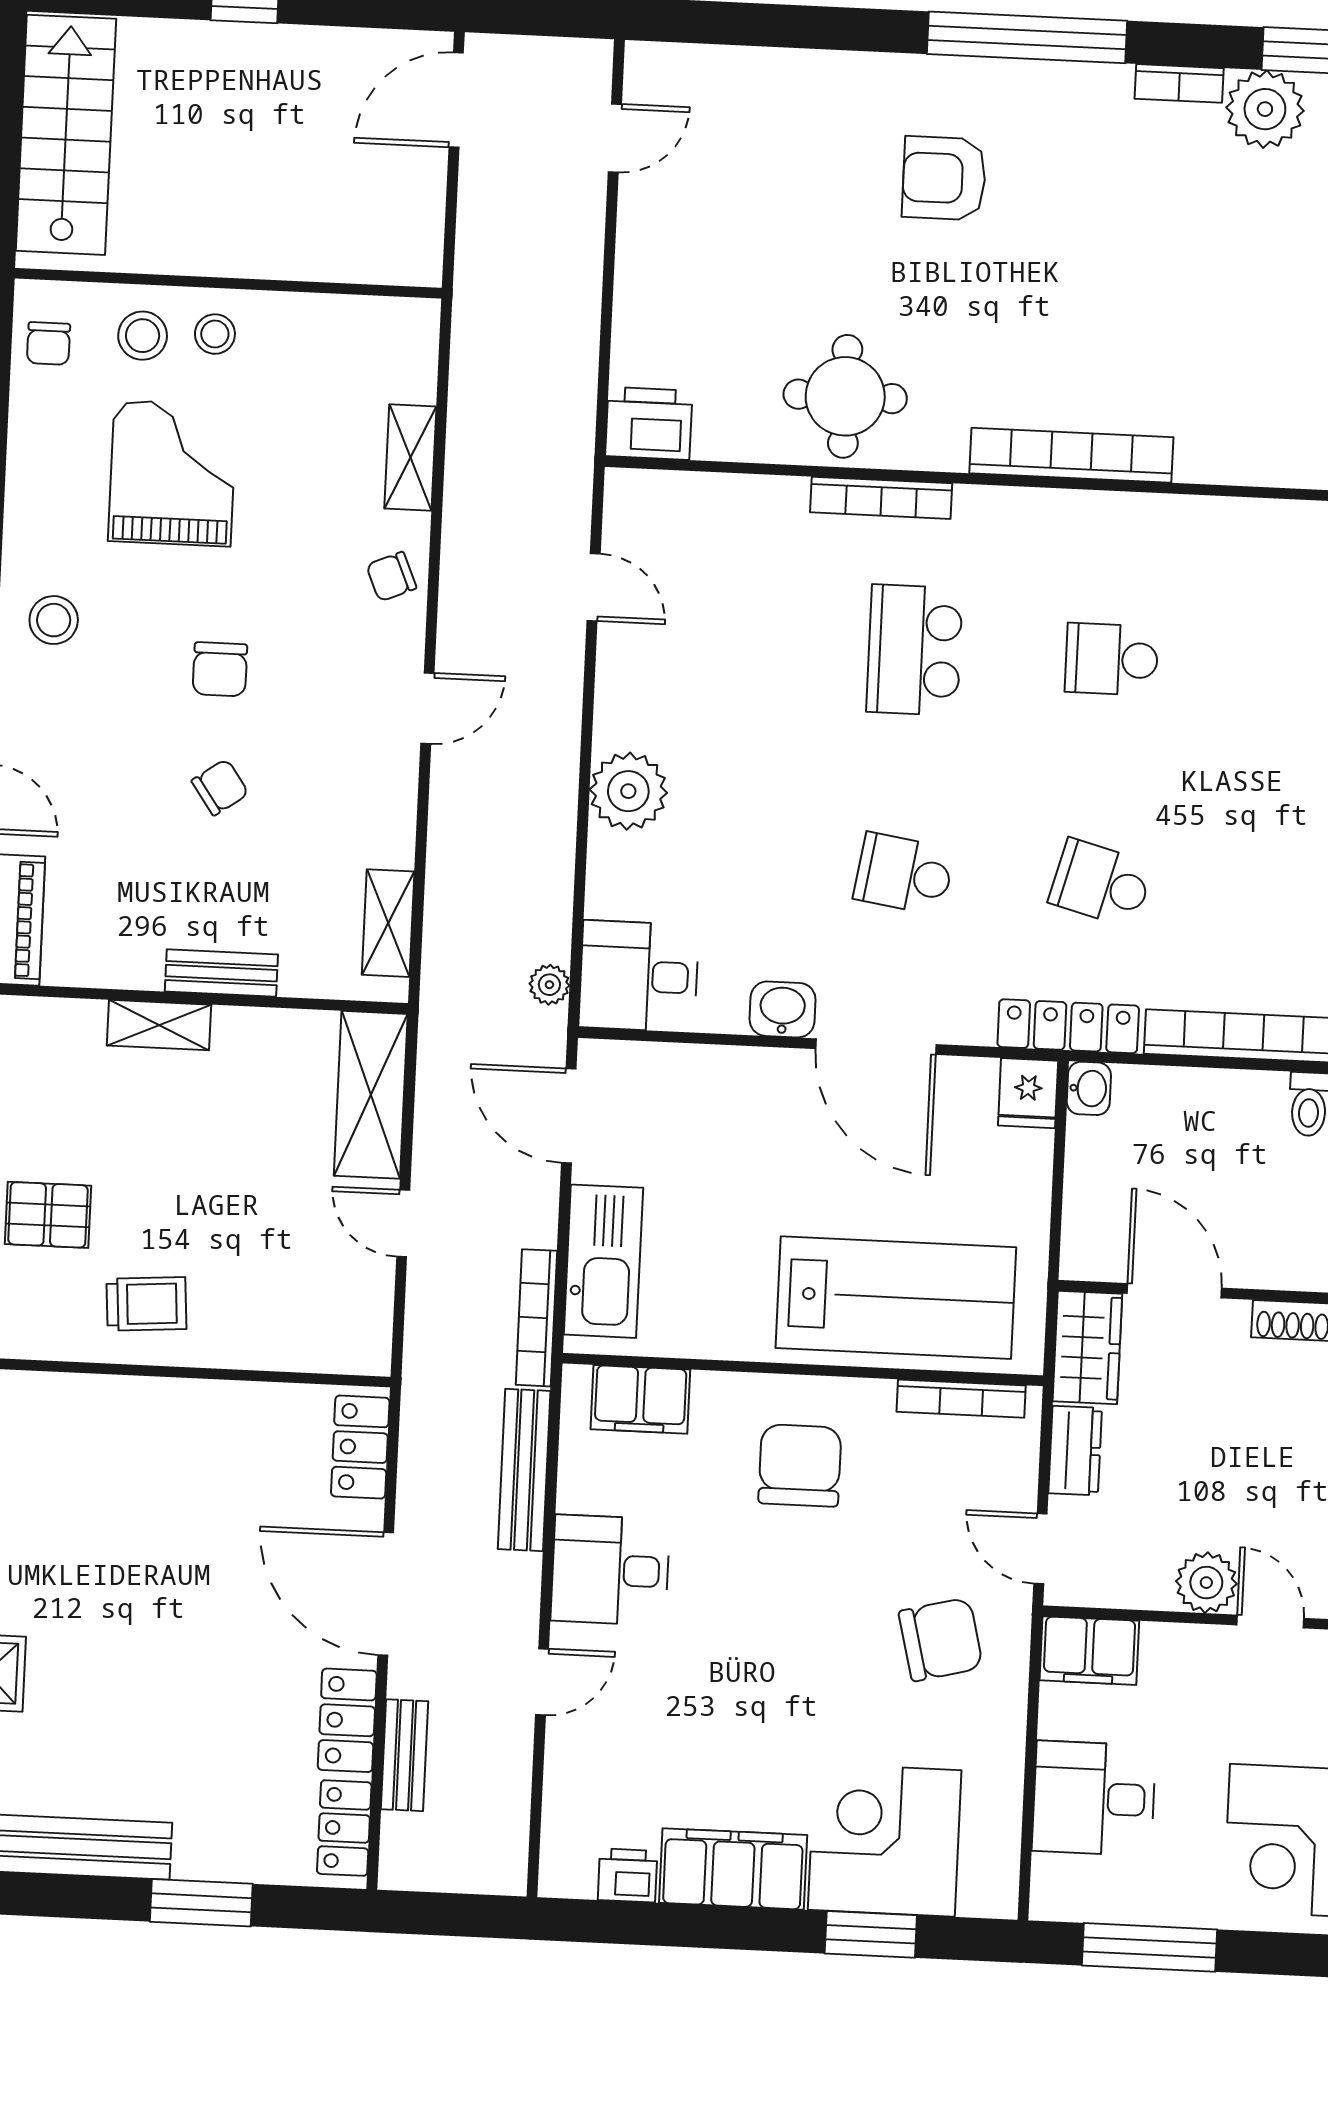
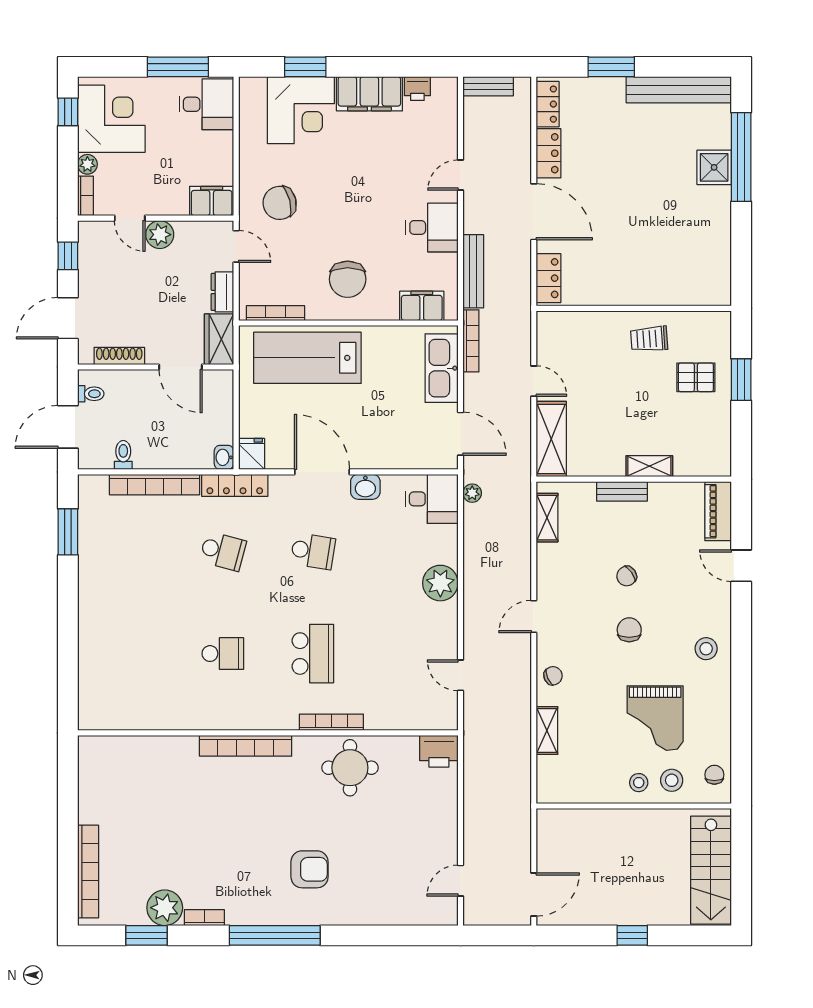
bench: (405, 1755) -> (488, 86), moved, turned 90
desk: (1094, 1798) -> (206, 104), moved

